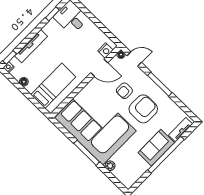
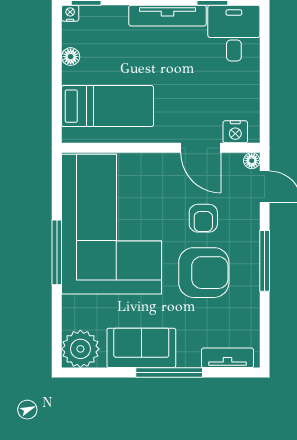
tv unit: (31, 46) -> (167, 16), moved
armchair: (124, 91) -> (203, 218), turned -90
sofa: (156, 148) -> (141, 348), moved
window: (166, 155) -> (169, 373), width x0.68
plant: (110, 166) -> (80, 349), moved, width x1.88, depth x1.88

